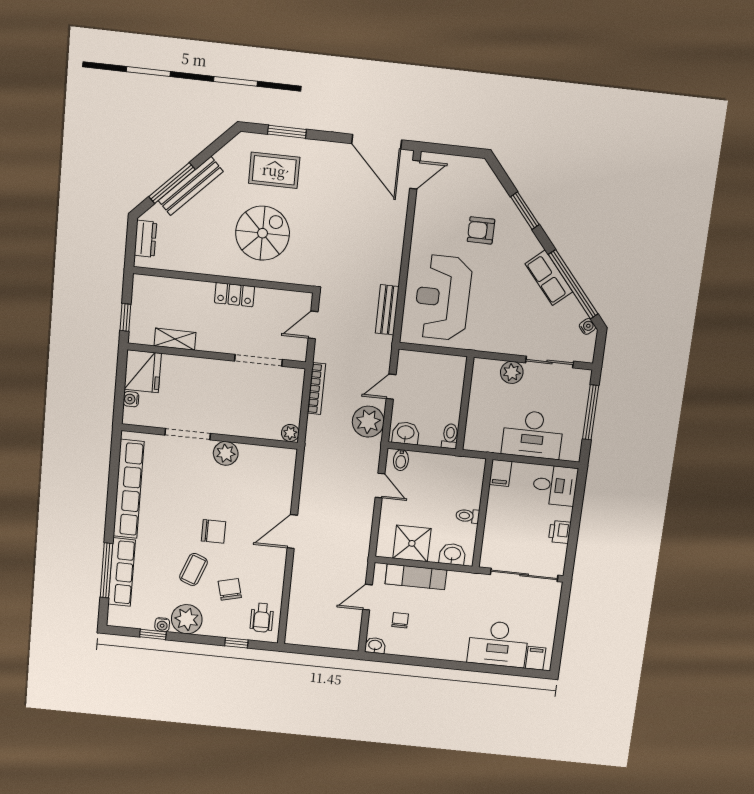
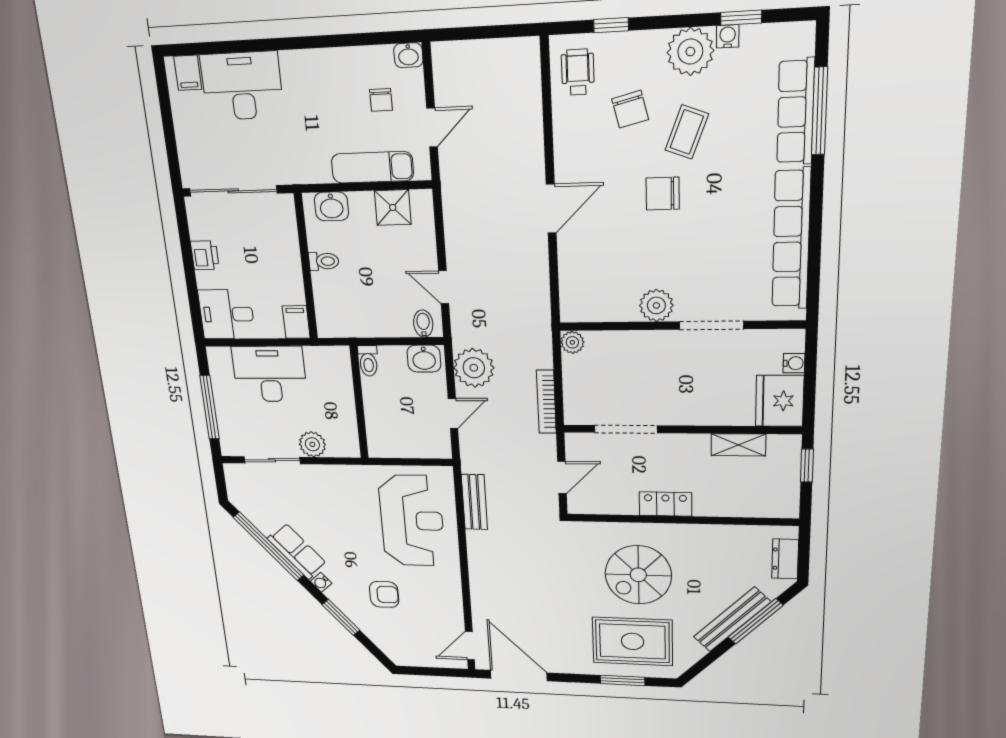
rug: (274, 170) -> (632, 641), width x1.36, depth x1.43
water cooler: (587, 326) -> (321, 582), moved
shower: (412, 543) -> (393, 207), width x0.73, depth x0.73

